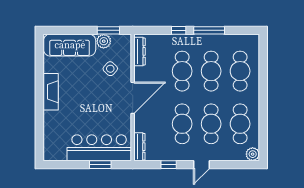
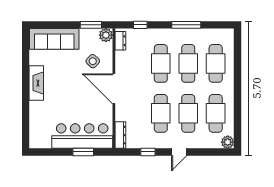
window: (179, 30) -> (140, 25), moved
plant: (104, 41) -> (106, 35), moved
dresser: (139, 51) -> (120, 41), width x0.70
door: (133, 98) -> (114, 89), swing flipped

